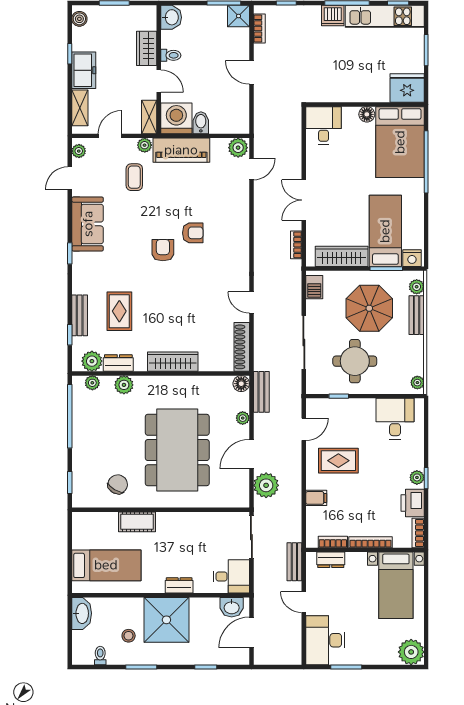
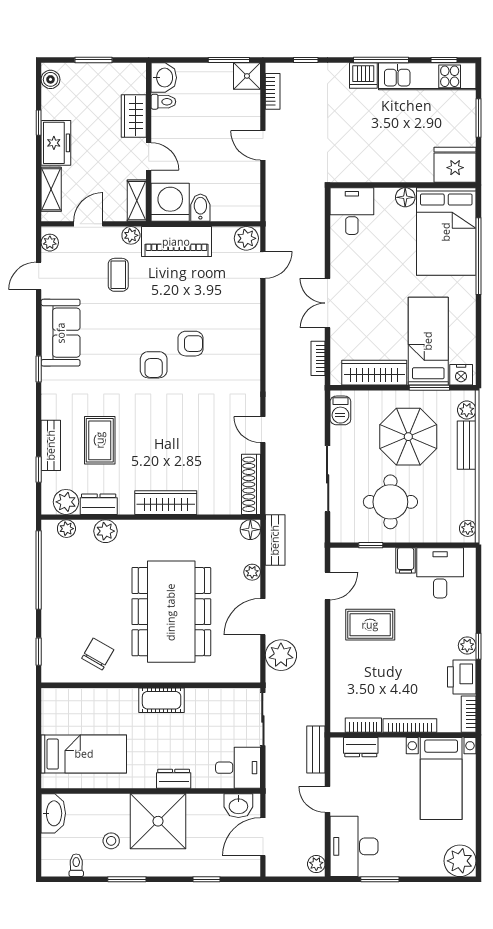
toilet: (171, 55) -> (163, 102), moved
armchair: (163, 250) -> (154, 365), turned 180
filing cabinet: (316, 498) -> (406, 560), moved, turned 90
cot: (137, 522) -> (162, 700), moved
plant: (295, 655) -> (316, 864), added

